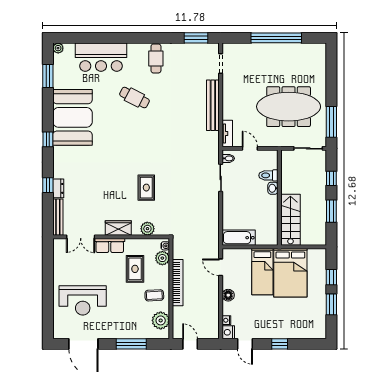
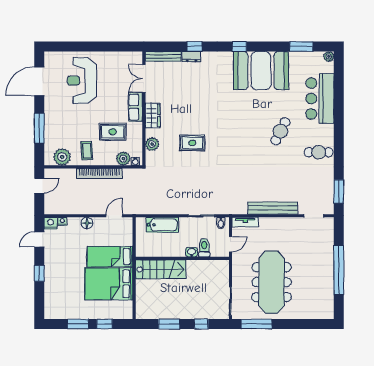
toilet: (268, 175) -> (204, 248), moved
washbasin: (273, 188) -> (192, 252), moved
wall: (279, 198) -> (182, 258), moved
stairs: (290, 220) -> (161, 269), moved
bathtub: (239, 238) -> (162, 225), moved, turned 90

